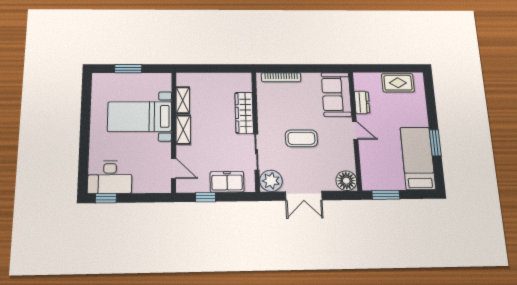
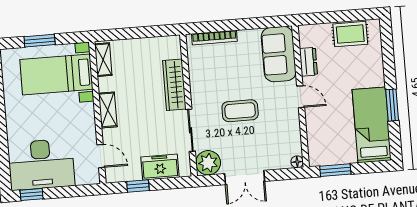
shelving: (183, 100) -> (103, 60), moved
bed with nightstands: (140, 117) -> (56, 74), moved
desk: (110, 177) -> (41, 164), width x1.36, depth x1.30
floor lamp: (346, 181) -> (297, 162), width x0.53, depth x0.53

